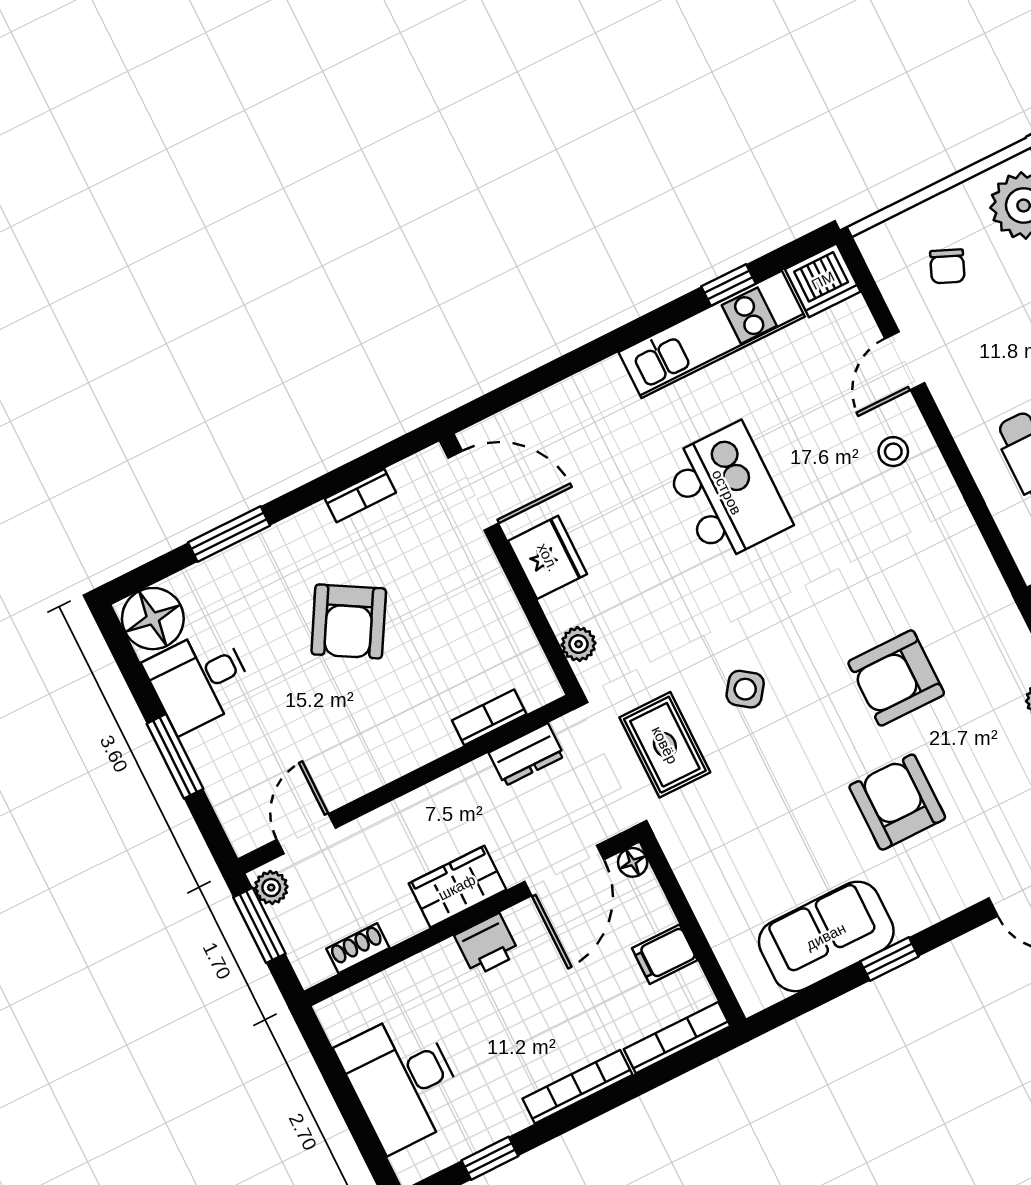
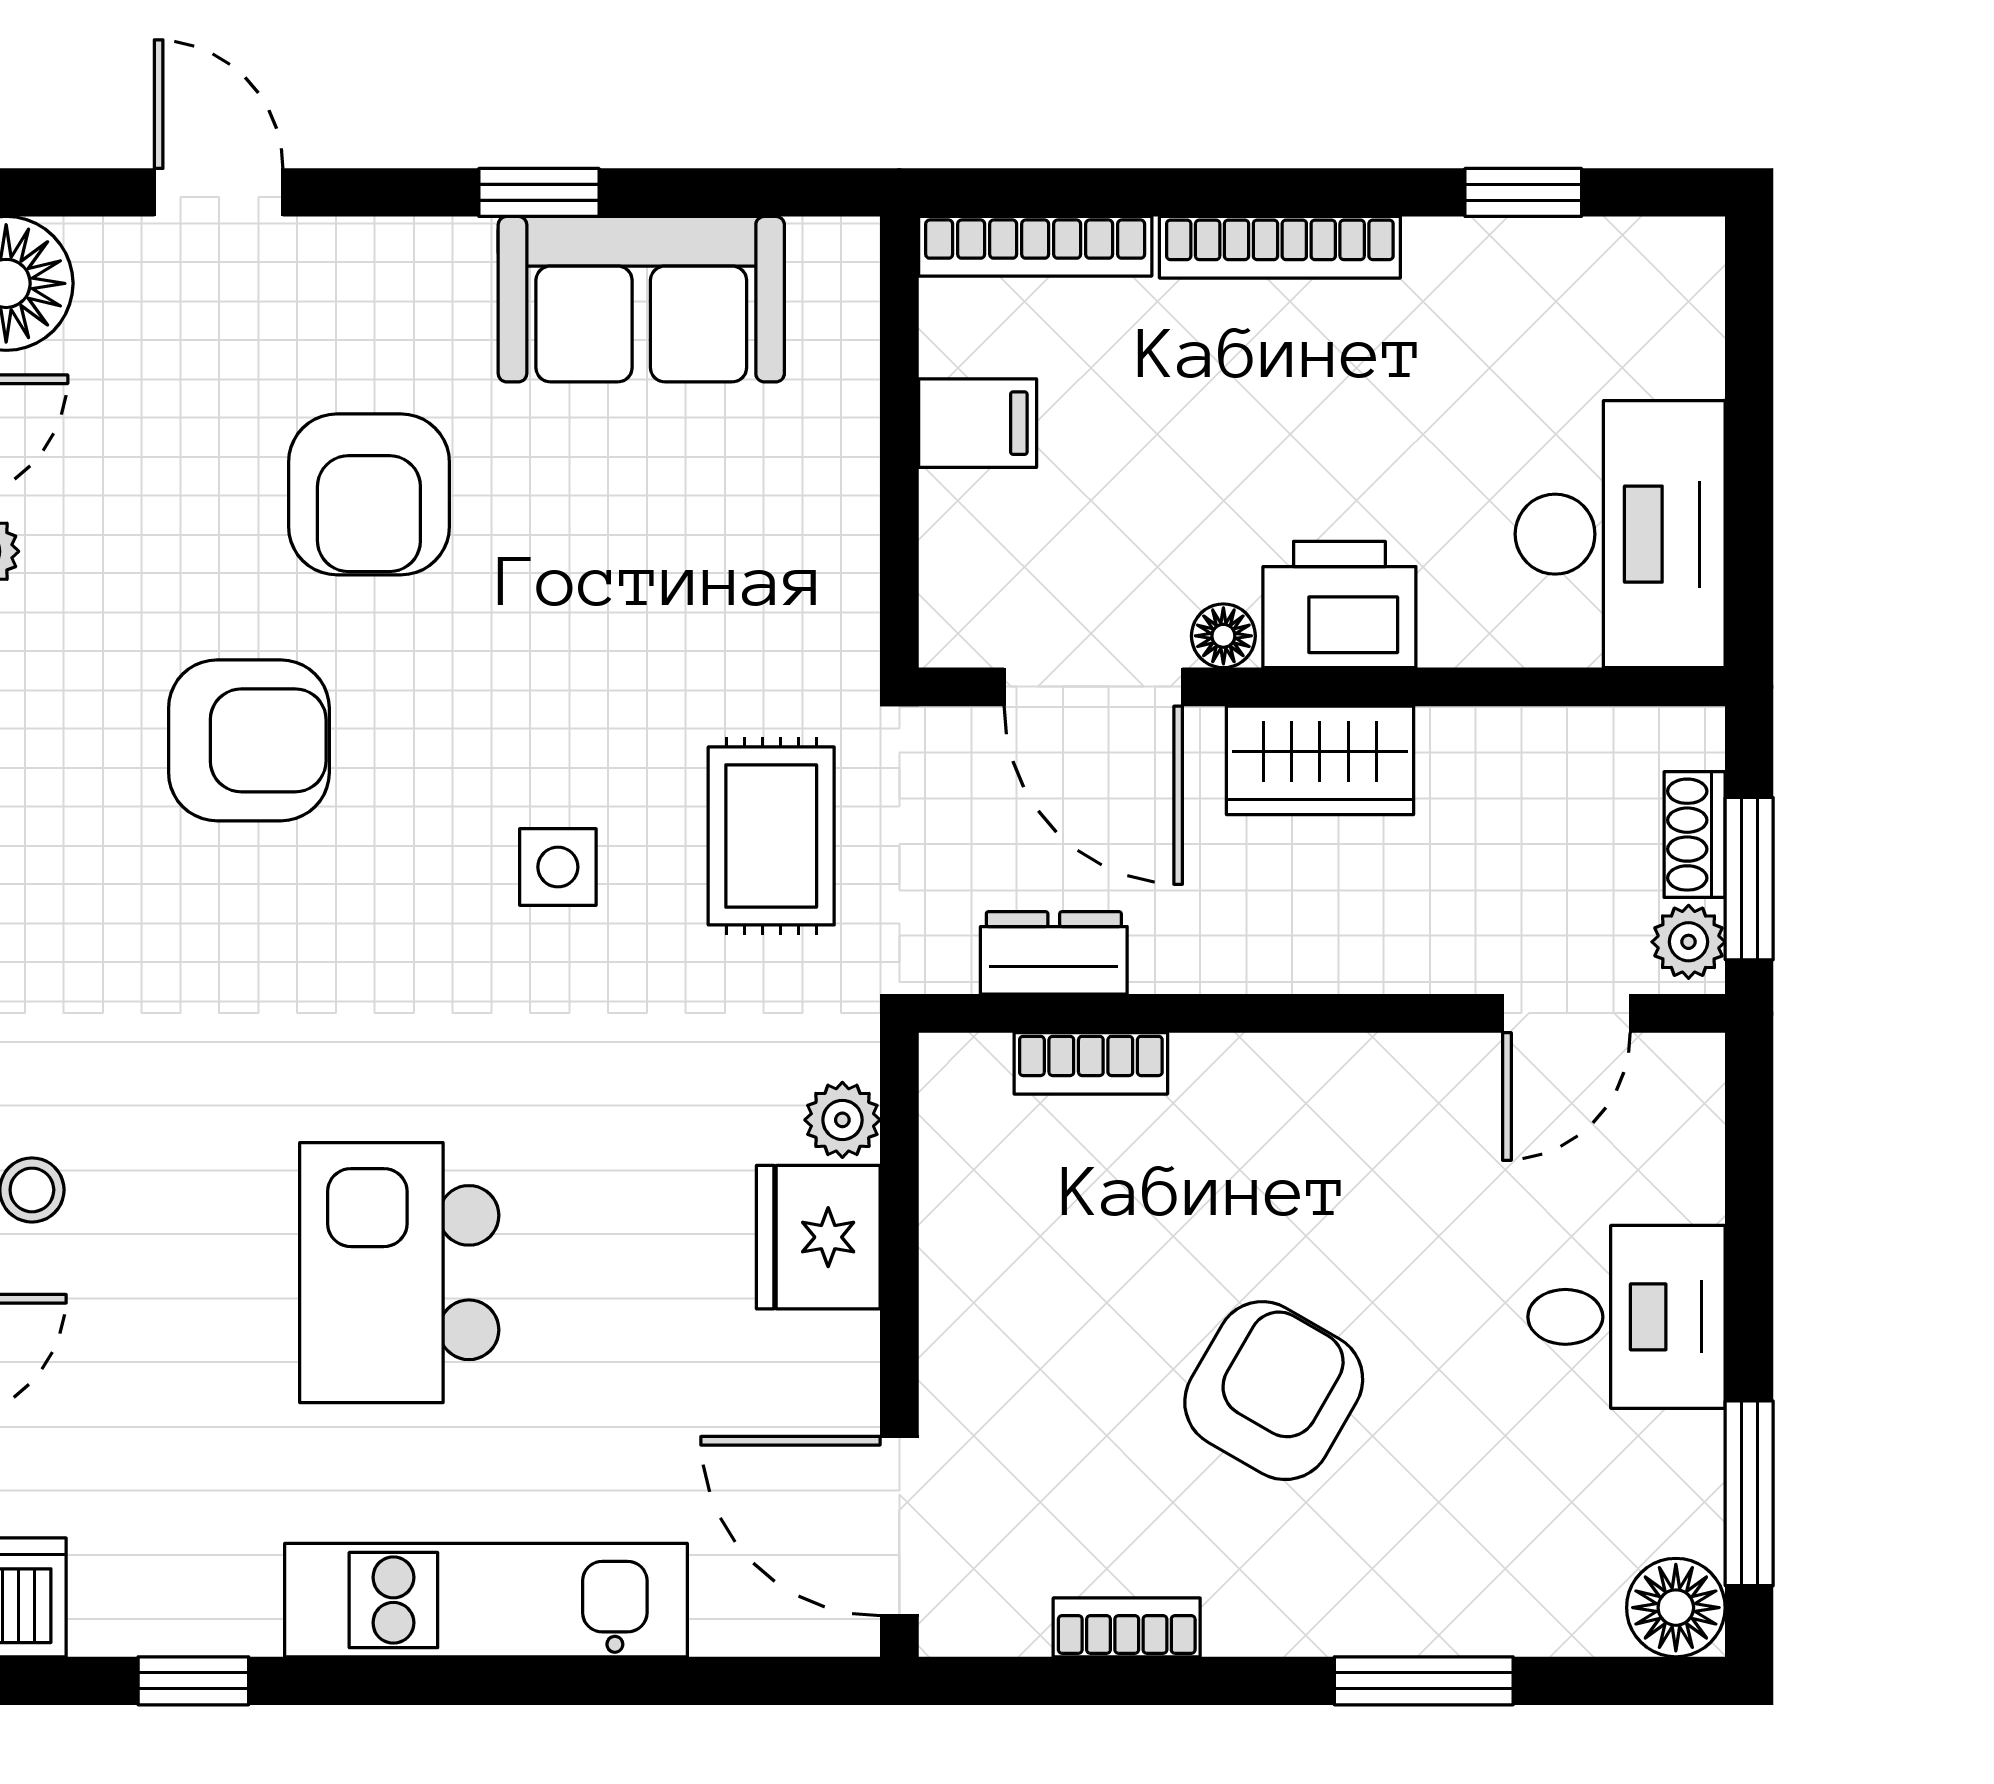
kitchen unit: (712, 334) -> (486, 1600), moved
fridge: (548, 557) -> (818, 1237), moved
floor lamp: (153, 619) -> (1676, 1608), width x0.73, depth x0.73
desk: (199, 680) -> (1626, 1317), moved
side table: (745, 689) -> (558, 867), turned -36
window: (175, 756) -> (1749, 1493), moved
floor lamp: (633, 862) -> (1223, 636), moved
door: (564, 871) -> (1093, 687), swing flipped
printer: (487, 945) -> (1339, 605), width x1.36, depth x1.24
shoe rack: (358, 948) -> (1695, 835), moved, turned 90
desk: (402, 1081) -> (1620, 534), moved

